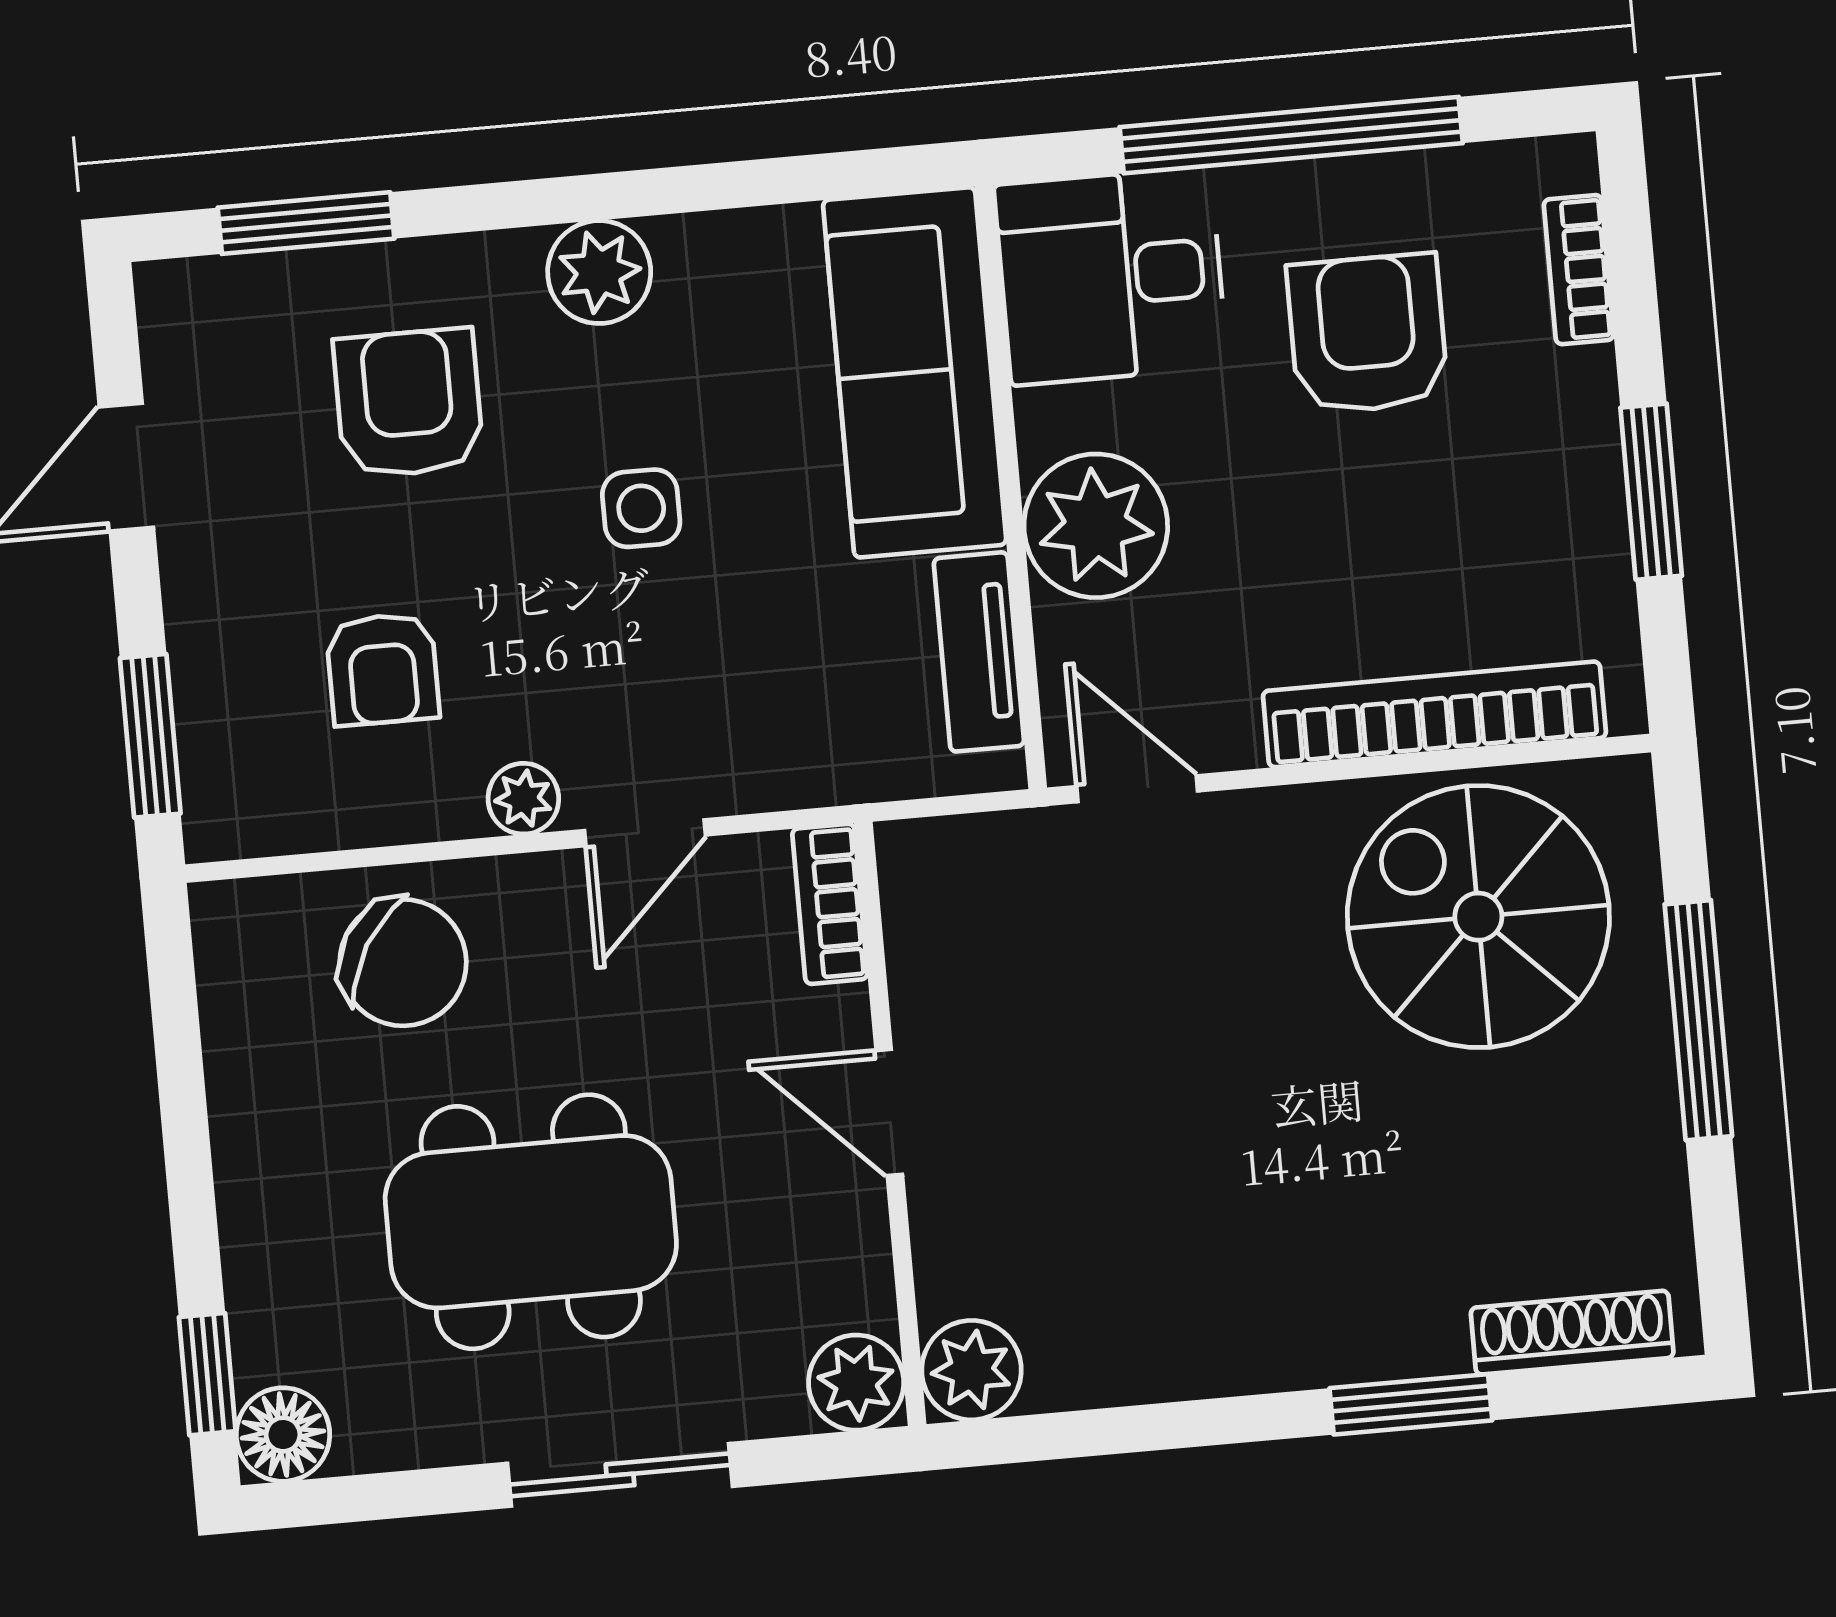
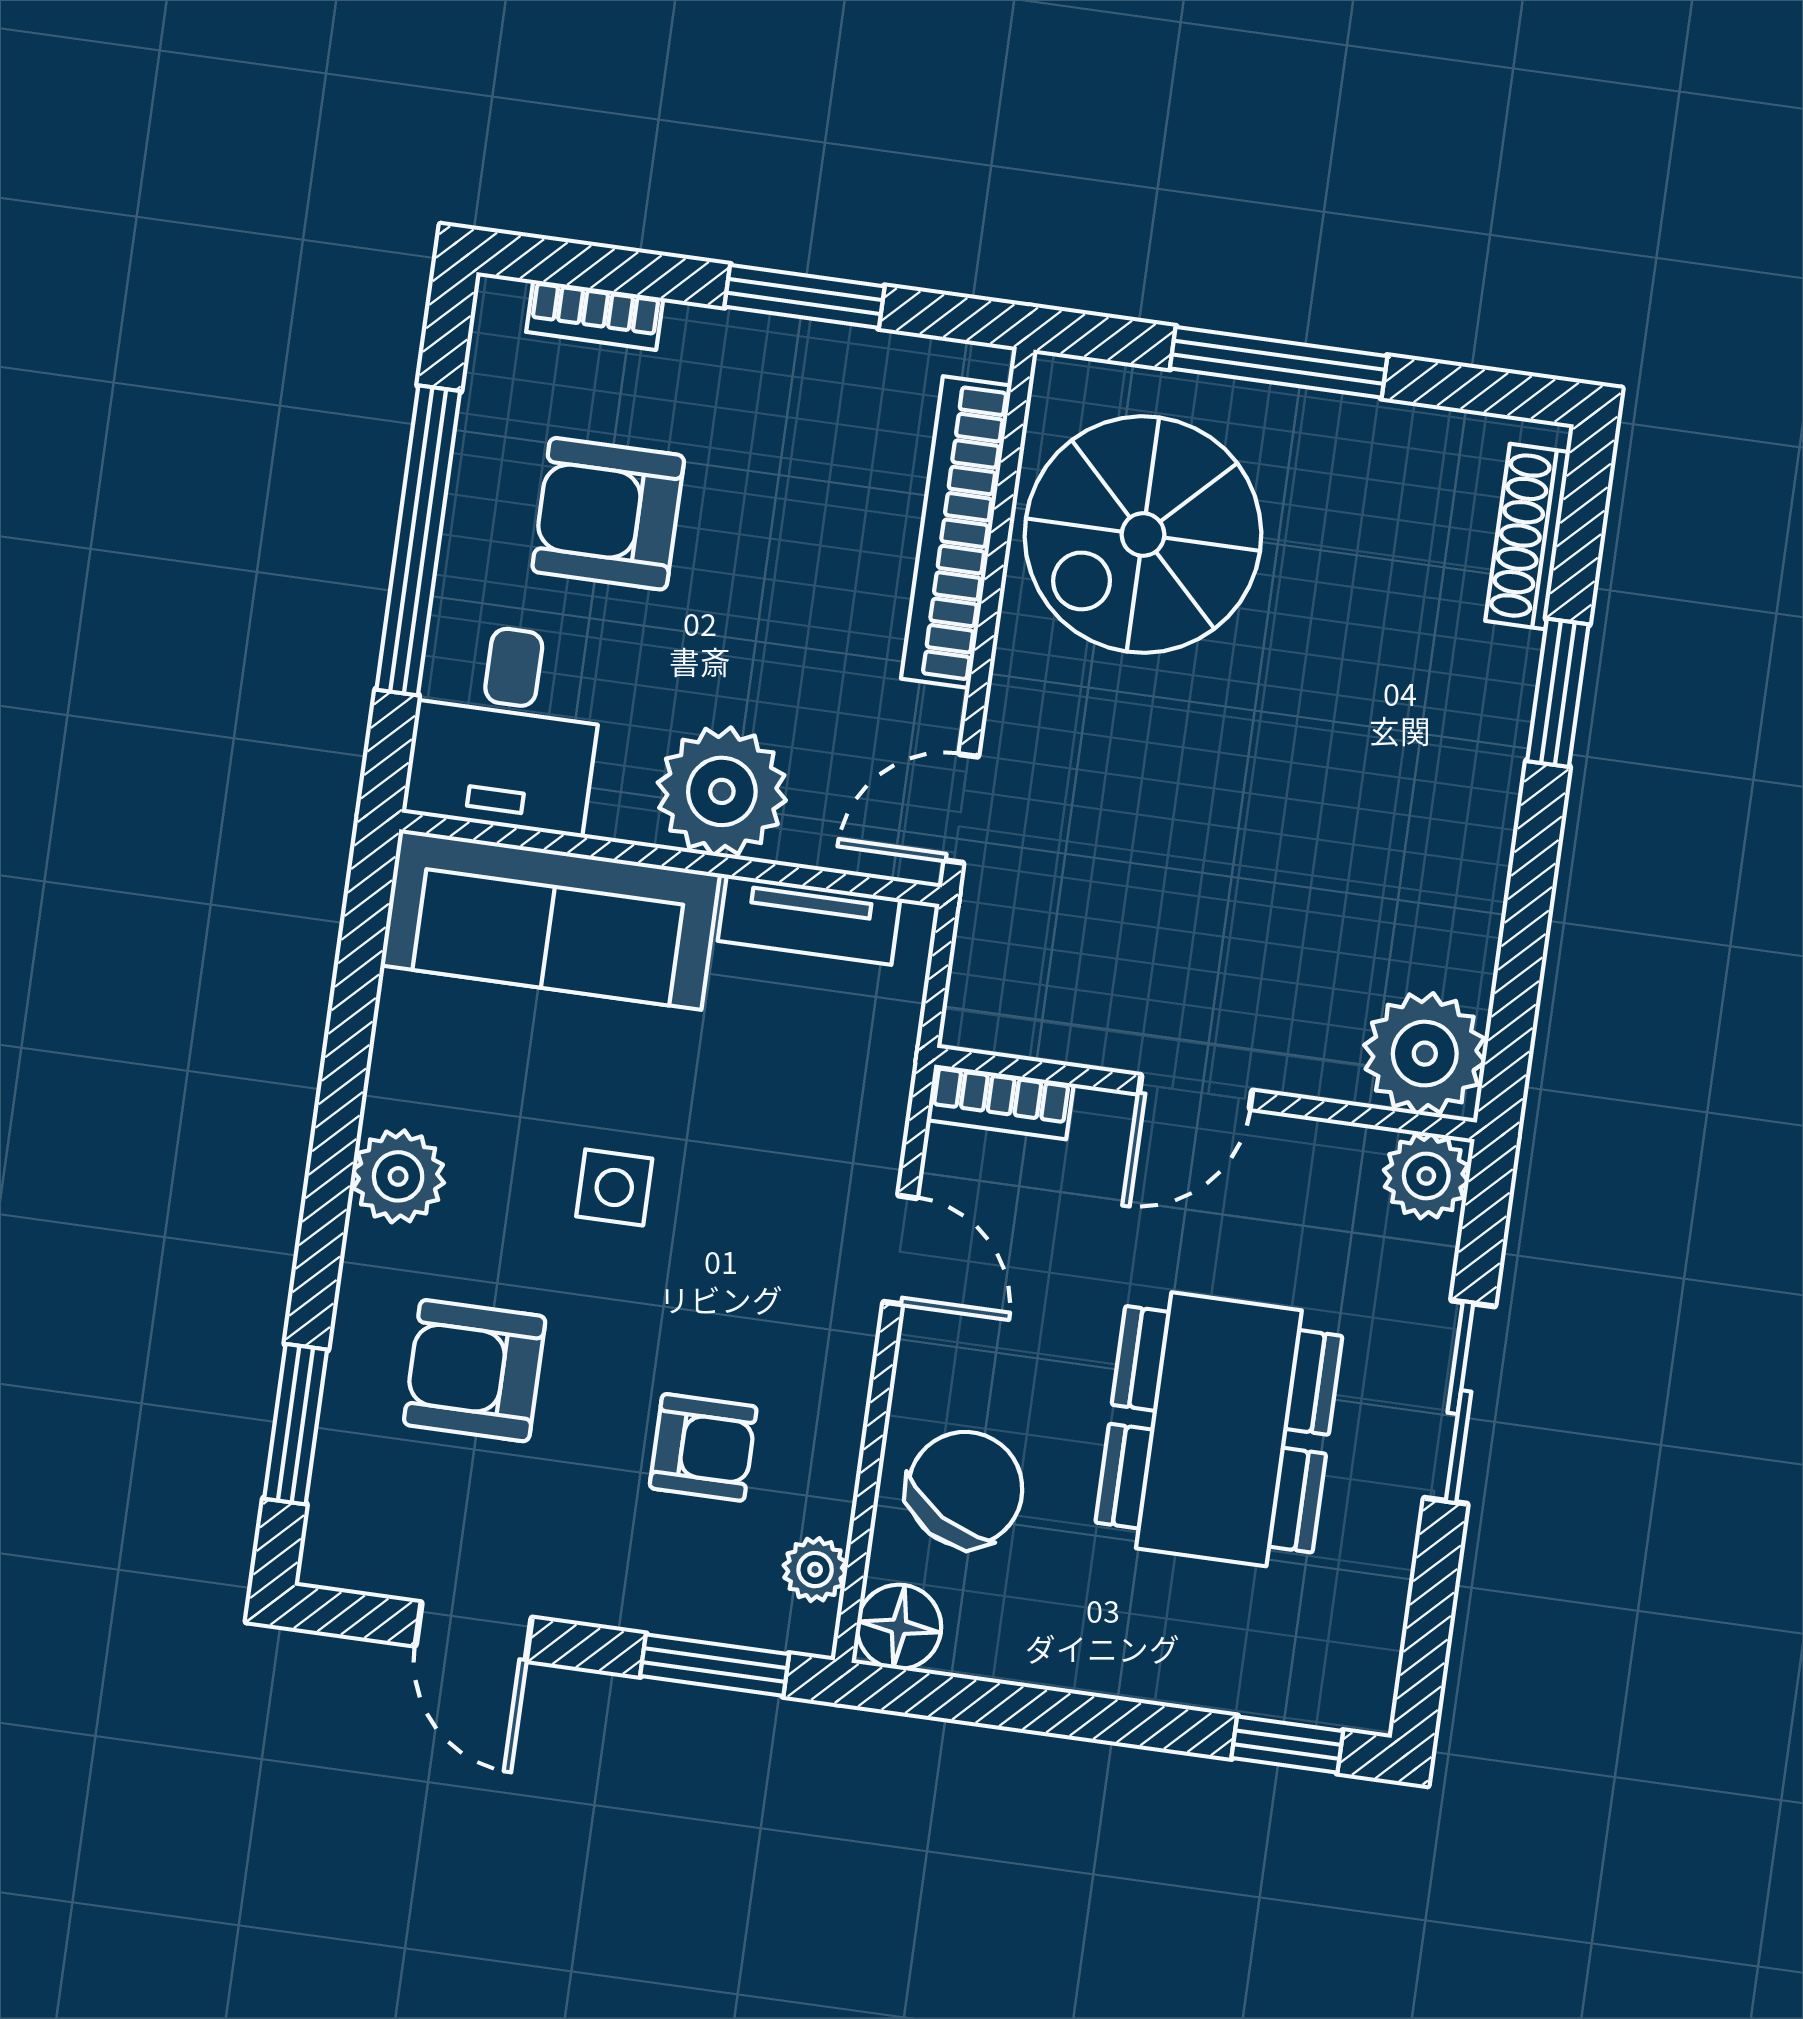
plant: (523, 799) -> (815, 1570), moved
plant: (971, 1370) -> (1425, 1054), width x1.36, depth x1.36
floor lamp: (283, 1435) -> (899, 1627), moved

